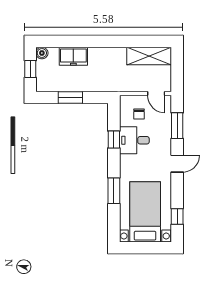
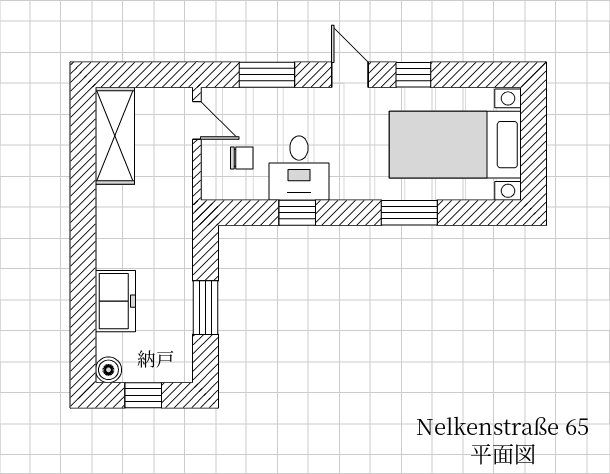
door: (156, 94) -> (197, 120), hinge flipped
window: (177, 216) -> (413, 75), moved

